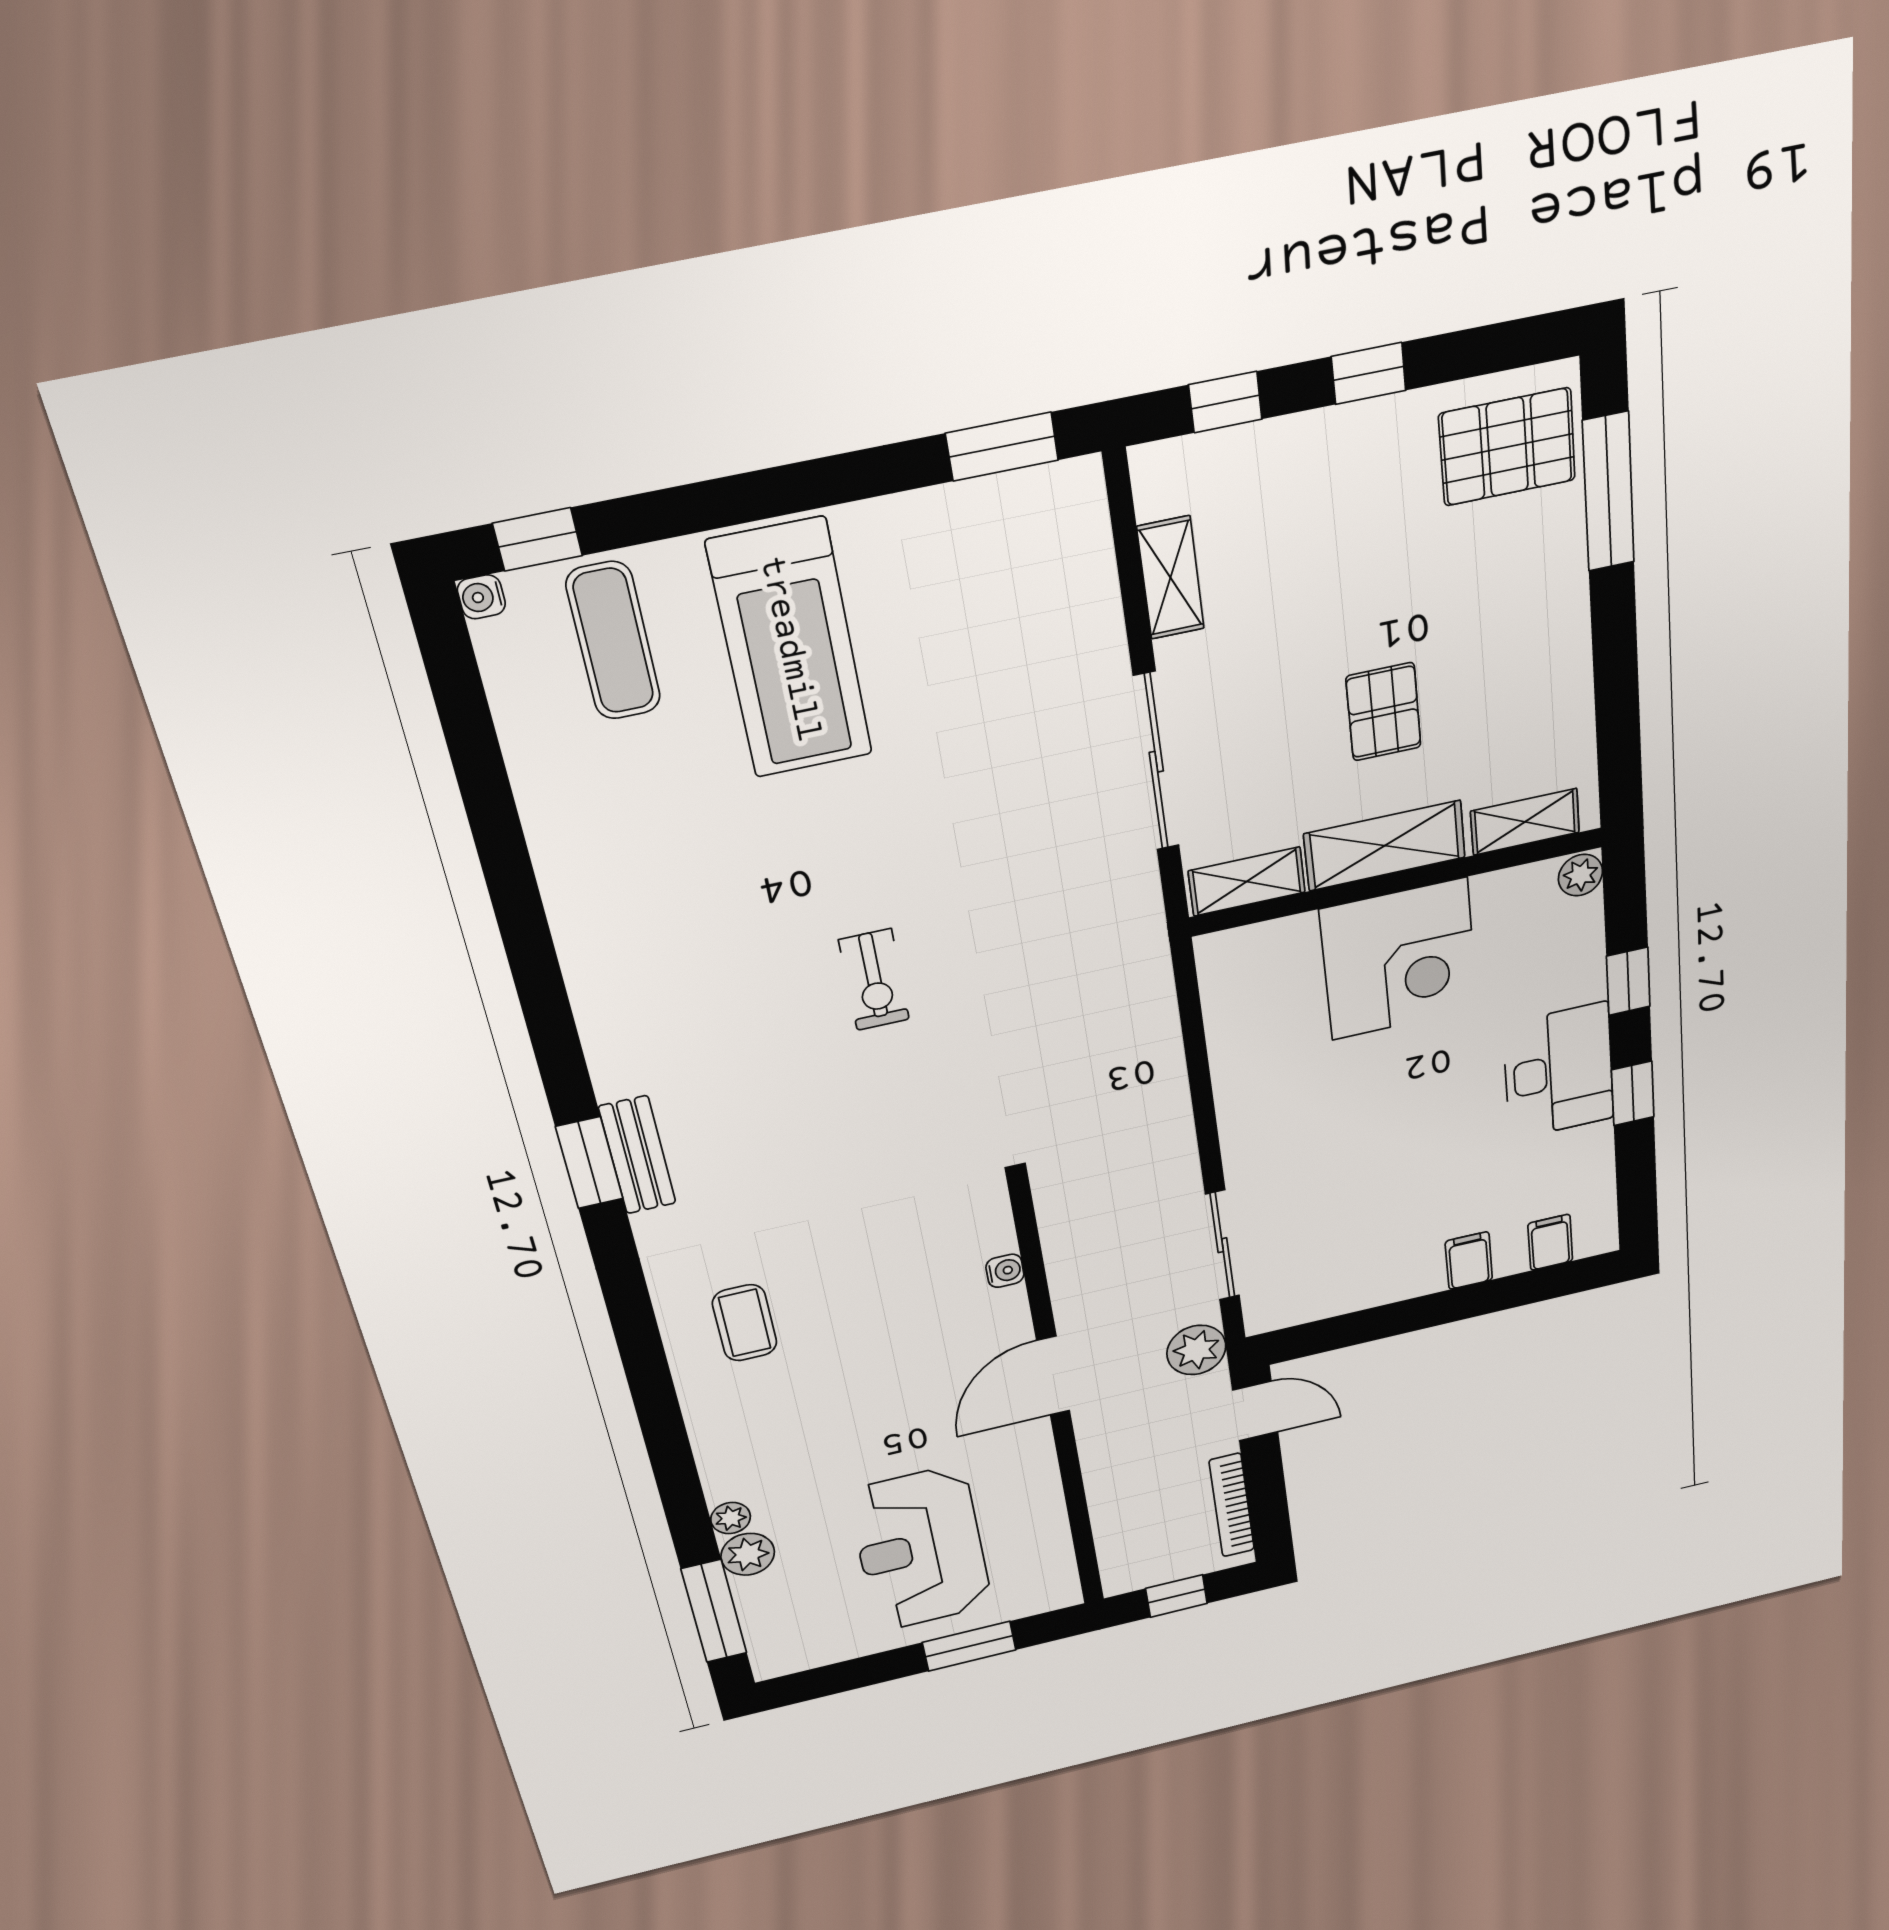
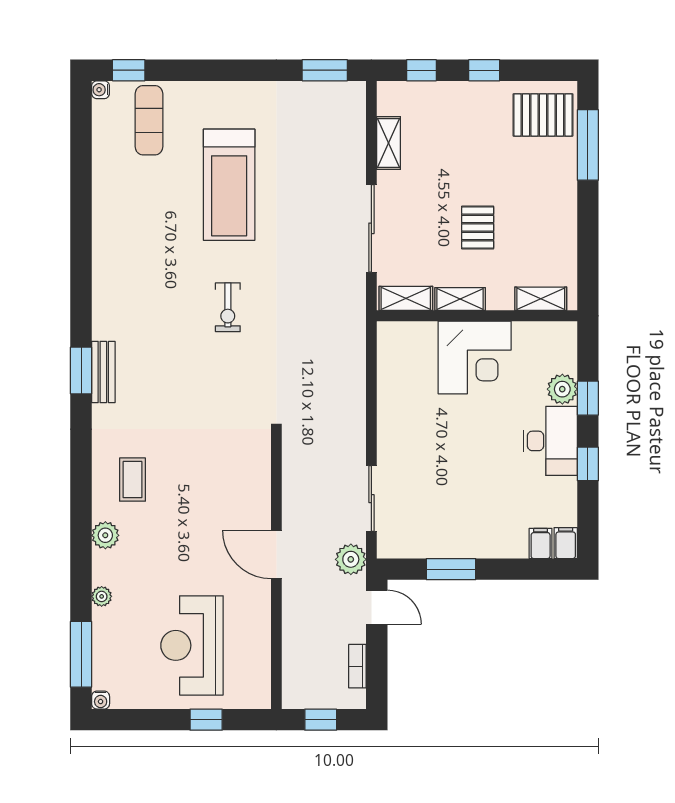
treadmill: (790, 649) -> (229, 185), moved
shelving: (1385, 846) -> (460, 299), width x0.67, depth x0.75
plant: (1580, 875) -> (562, 389), moved, width x1.38, depth x1.38
filing cabinet: (1469, 1261) -> (566, 543), moved
water cooler: (1005, 1271) -> (101, 700), moved, turned 90
window: (1387, 1321) -> (451, 569), added
door: (1053, 1376) -> (276, 554), hinge flipped
bookcase: (1232, 1505) -> (357, 666), width x0.64
plant: (748, 1554) -> (105, 535), moved
window: (969, 1646) -> (206, 720), width x0.67

